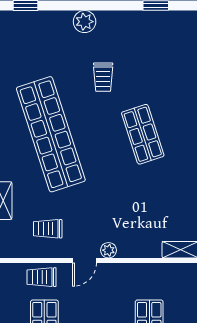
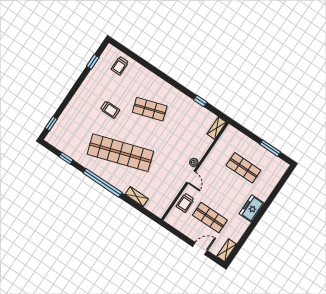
plant: (85, 22) -> (78, 101), removed
trolley: (48, 229) -> (120, 66), moved

